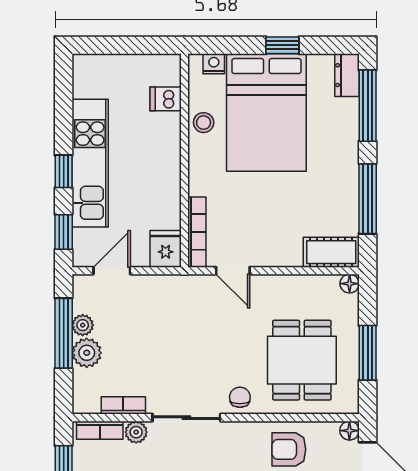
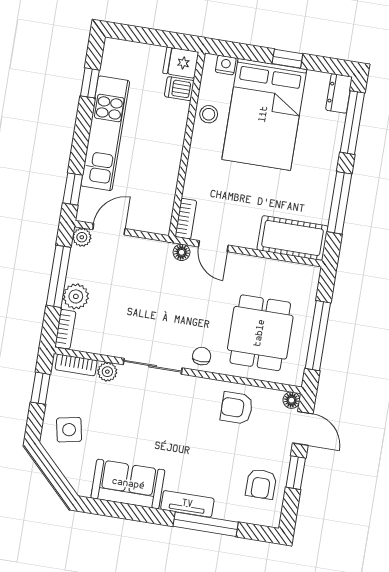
window: (64, 171) -> (90, 83), moved
bookcase: (197, 232) -> (186, 219), width x0.64
fridge: (166, 249) -> (181, 63), moved, turned -90
cot: (331, 252) -> (293, 238), width x1.37, depth x1.34
floor lamp: (350, 284) -> (182, 252), moved
plant: (83, 325) -> (82, 237), moved
window: (368, 353) -> (318, 336), width x1.44
bookcase: (123, 405) -> (65, 329), moved, turned 90

